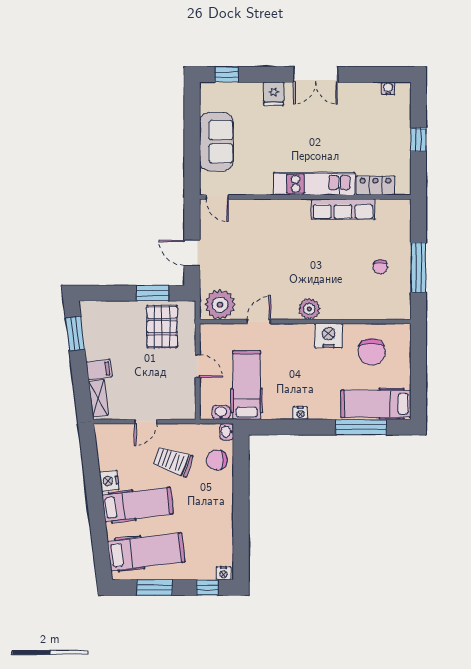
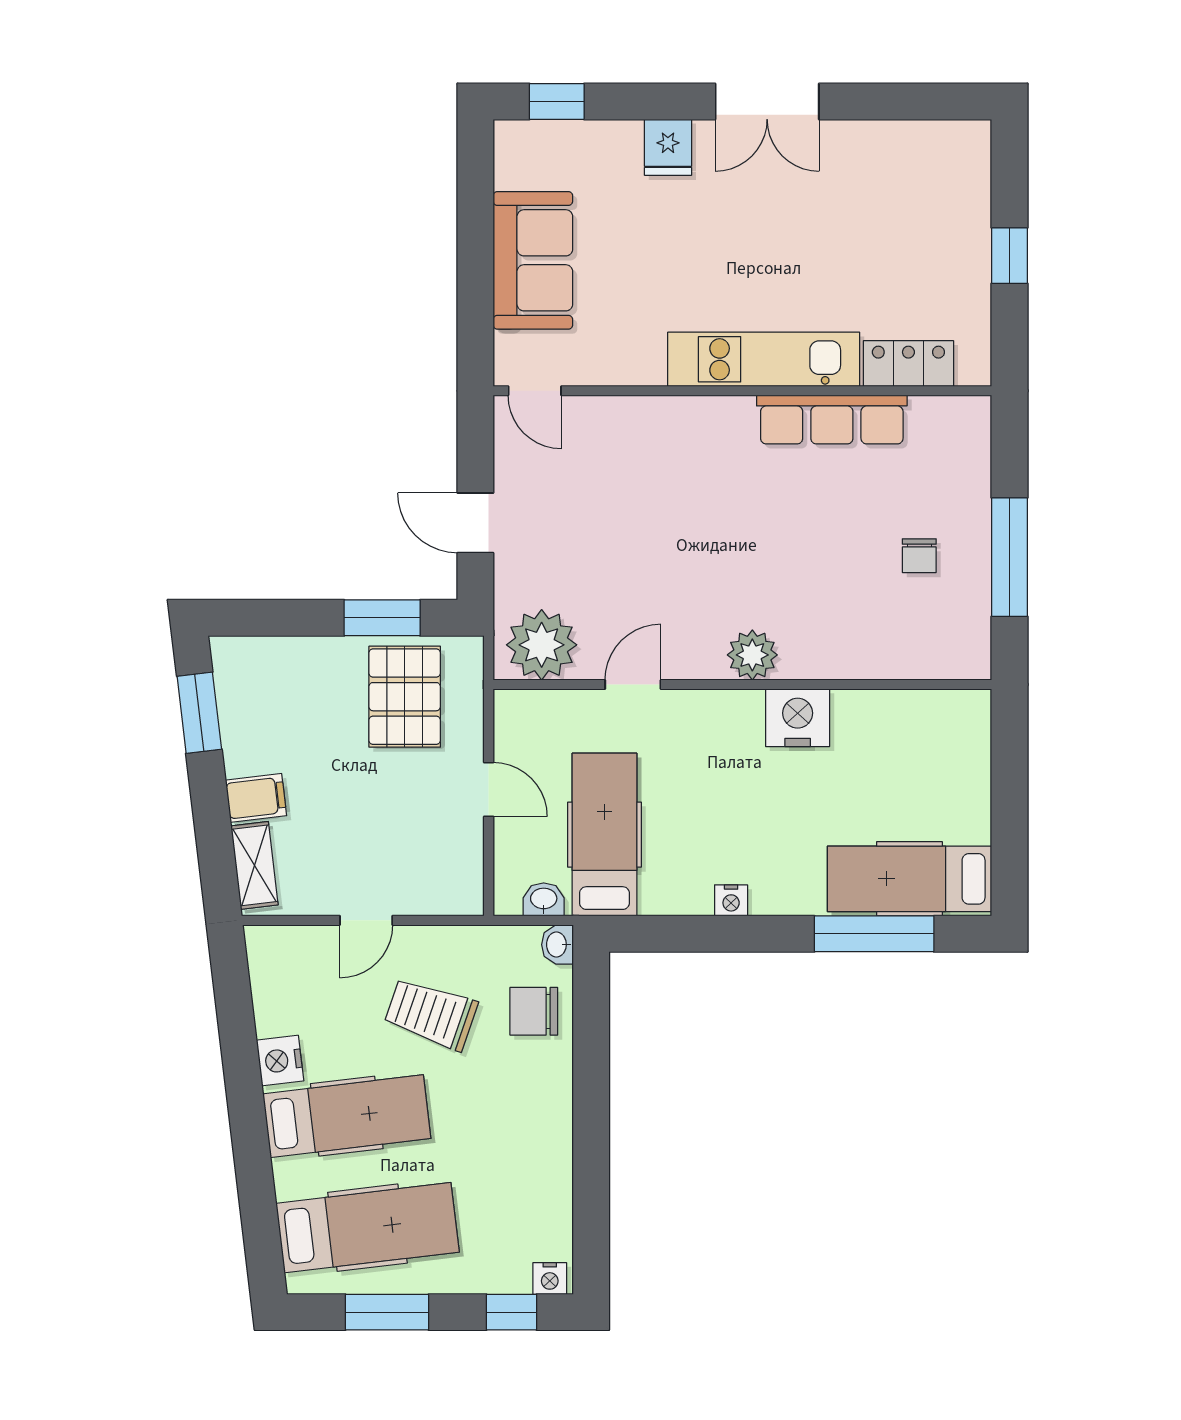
water cooler: (388, 88) -> (938, 134), removed
chair: (372, 352) -> (899, 756), removed

